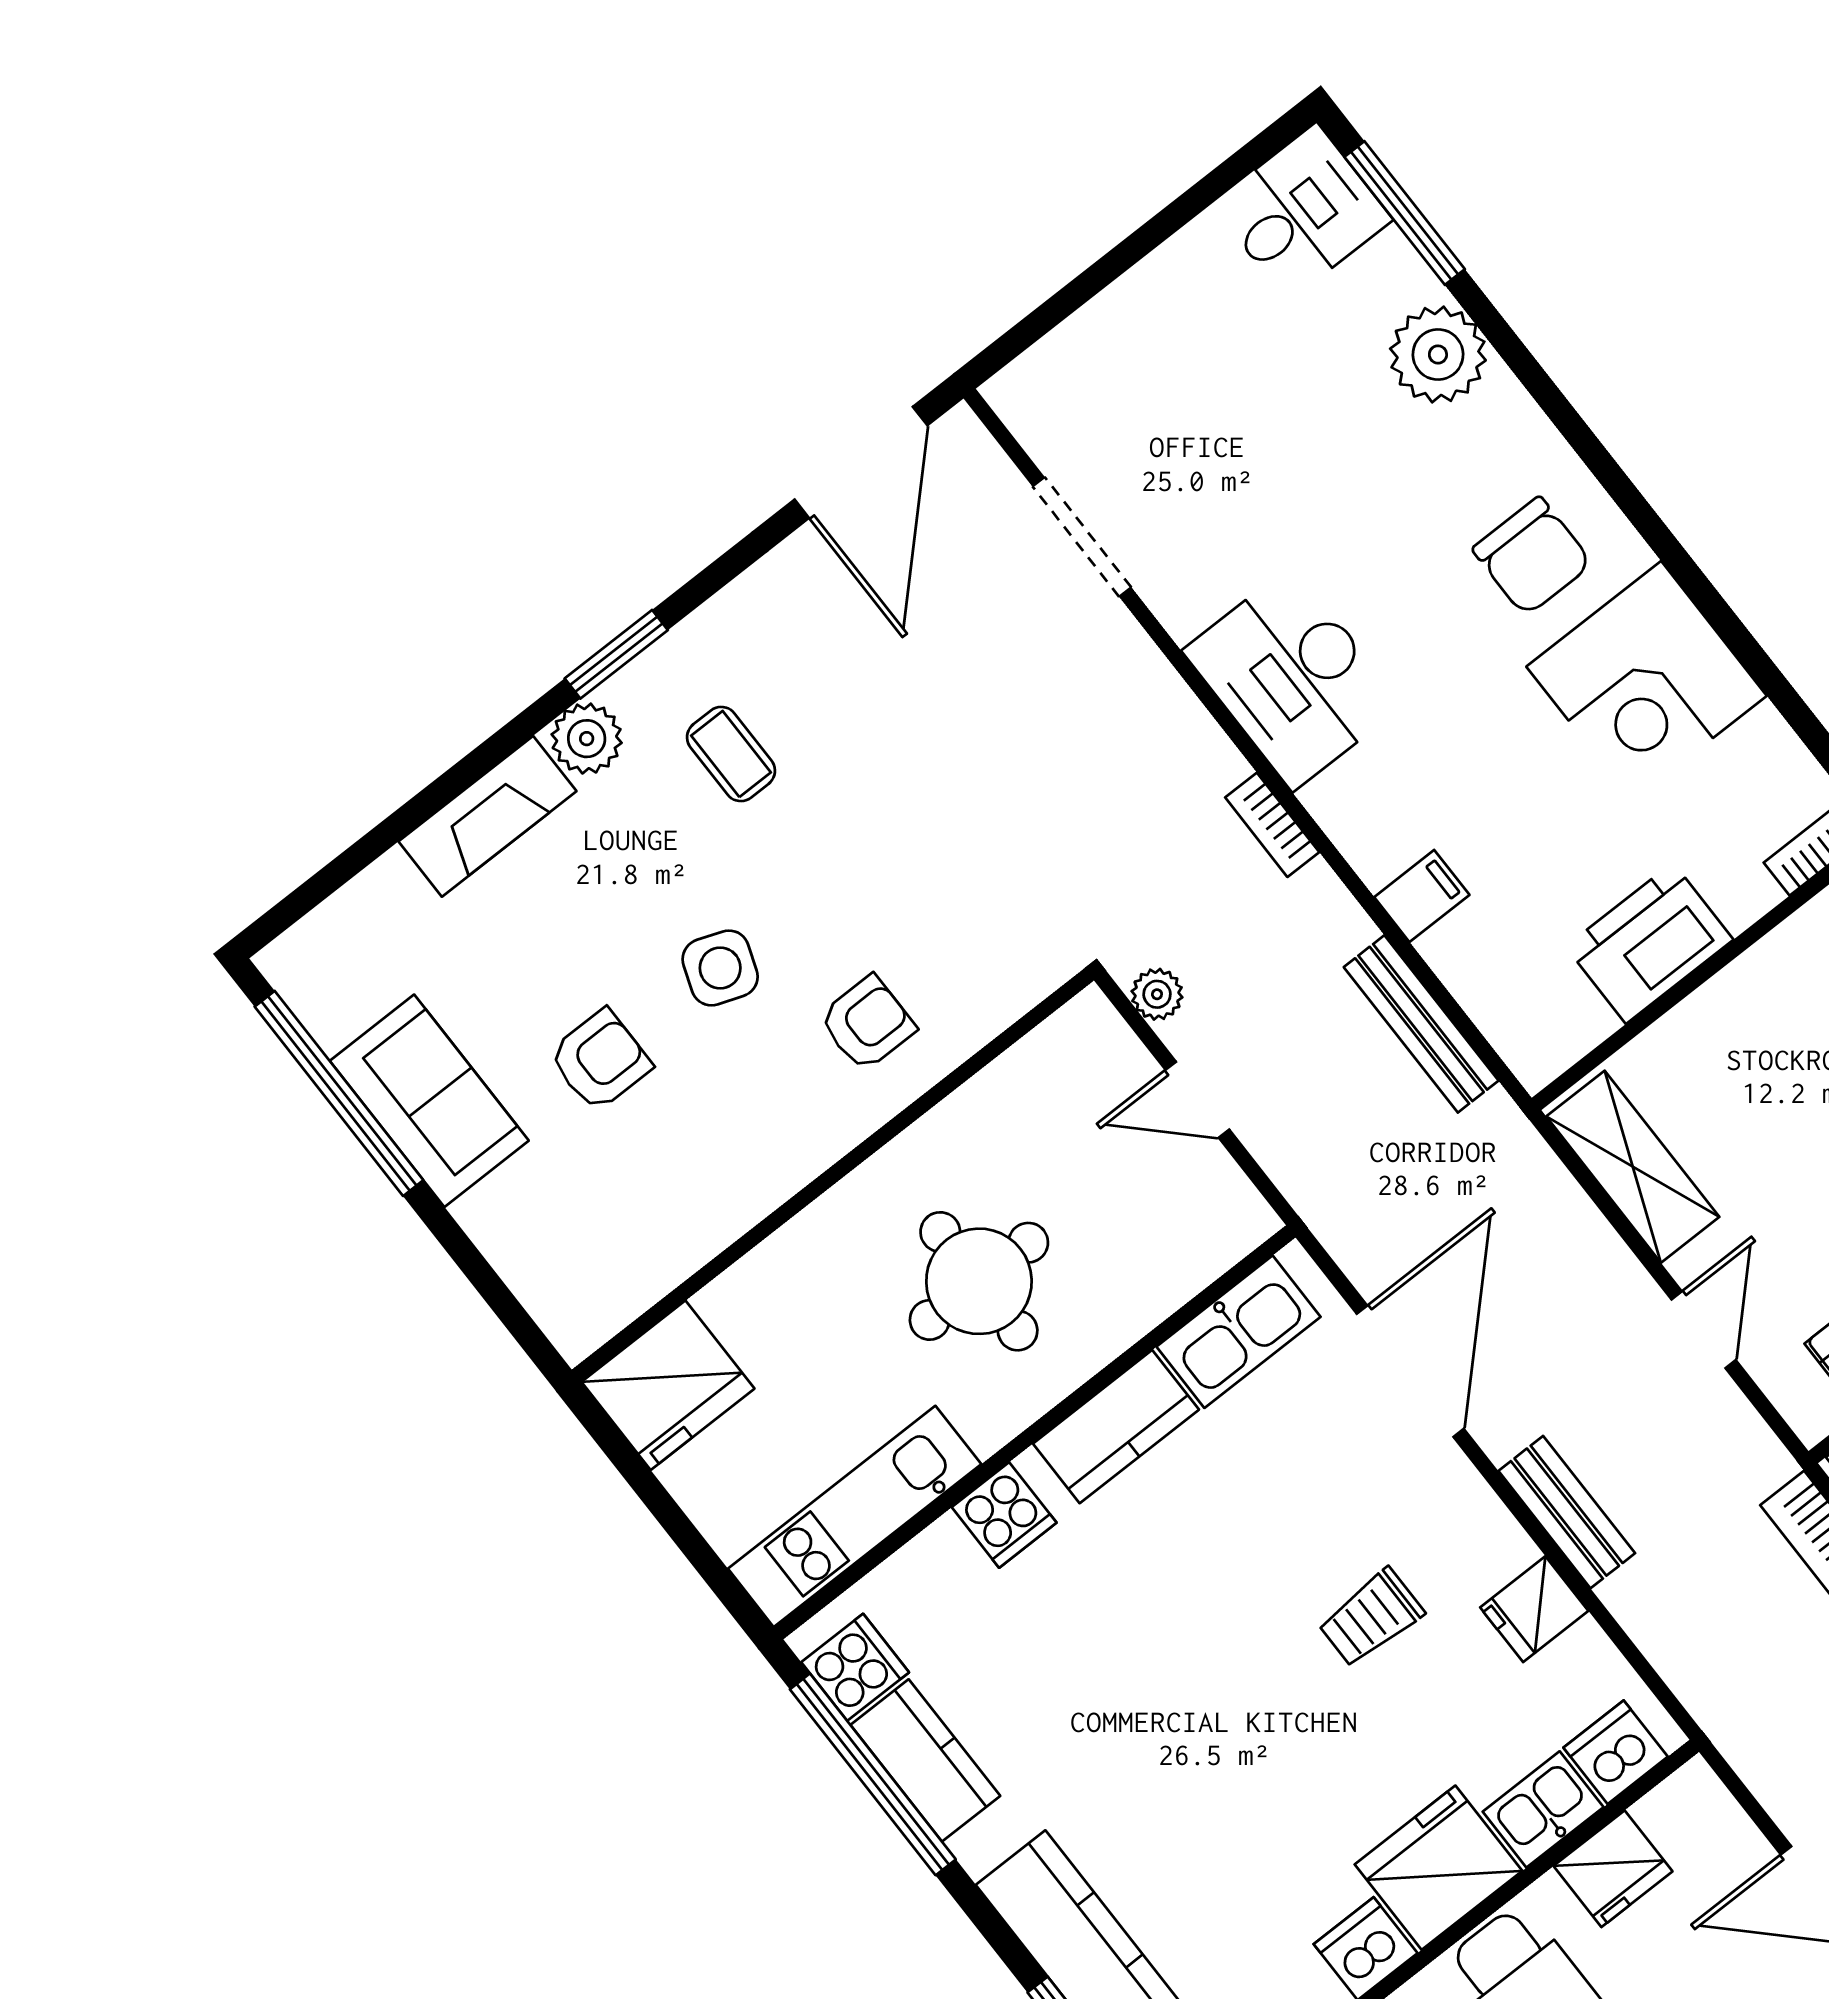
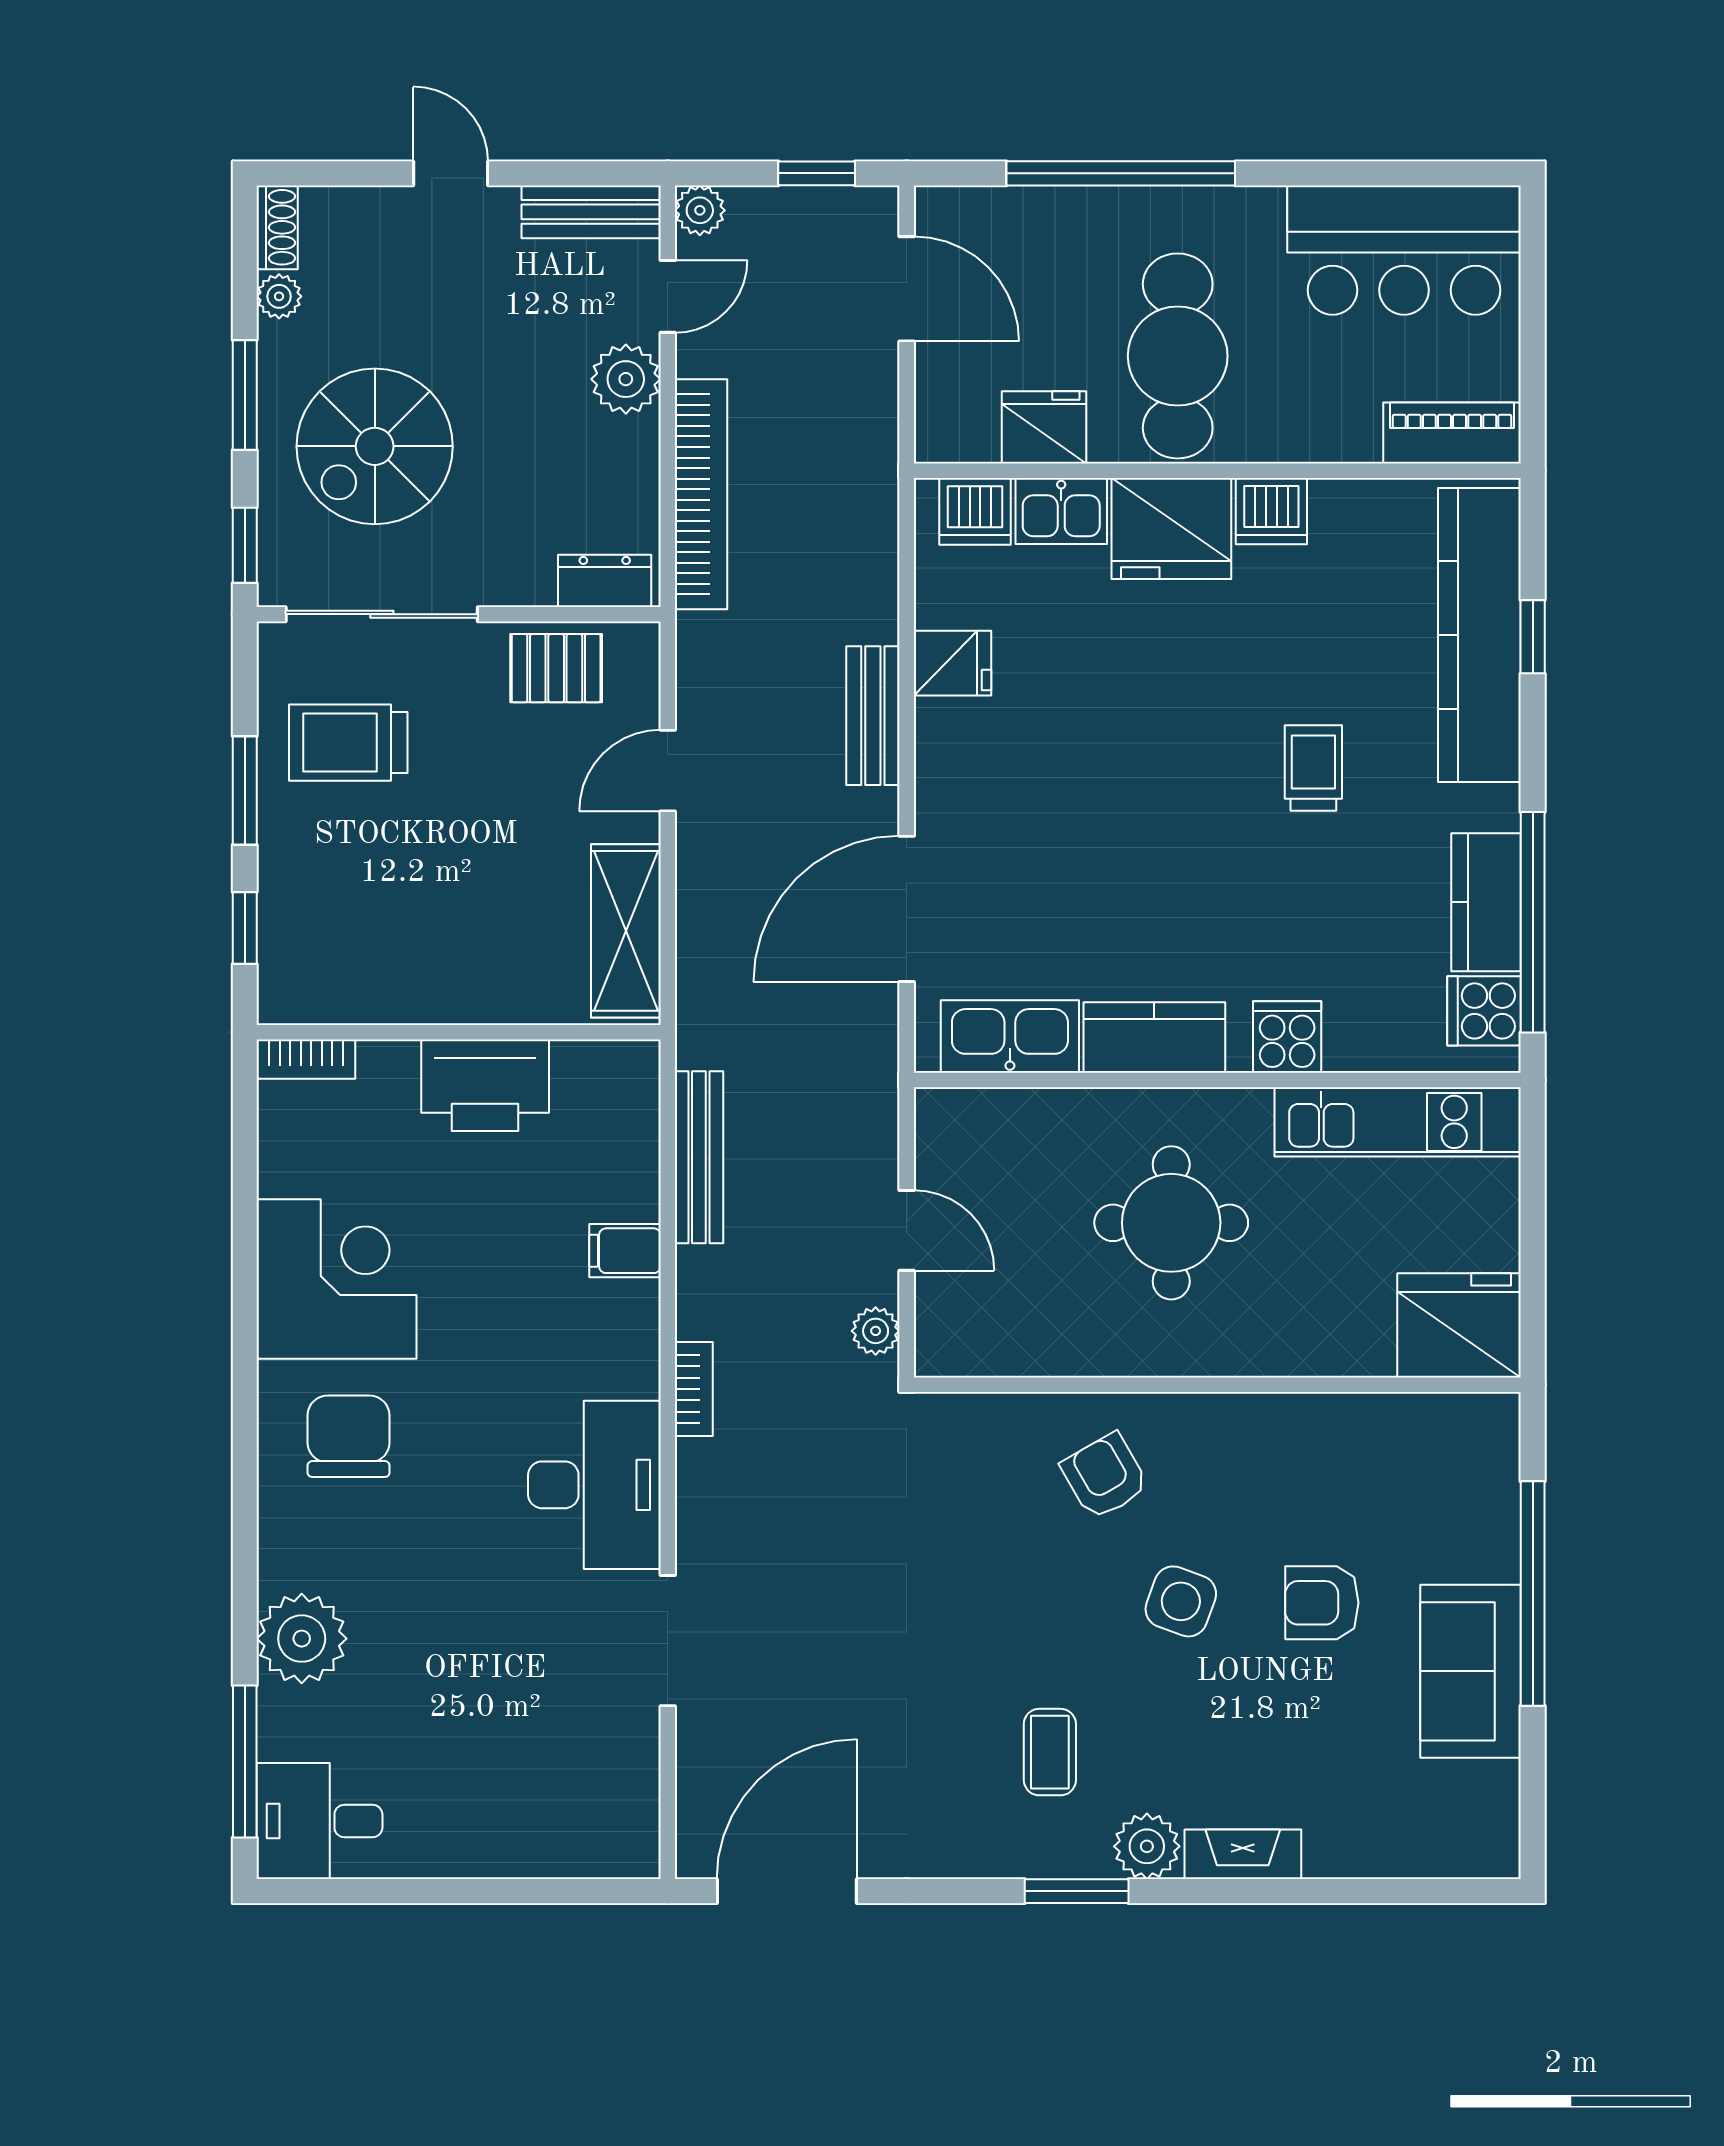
doorway: (1082, 537) -> (668, 1641), moved
fireplace: (487, 816) -> (1243, 1854), width x0.73, depth x0.76
armchair: (867, 1023) -> (1105, 1476), turned 60
window: (339, 1093) -> (1533, 1594), moved
trolley: (1371, 1618) -> (1313, 768), moved, turned -90

